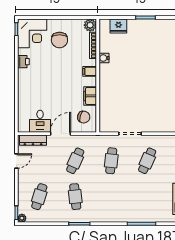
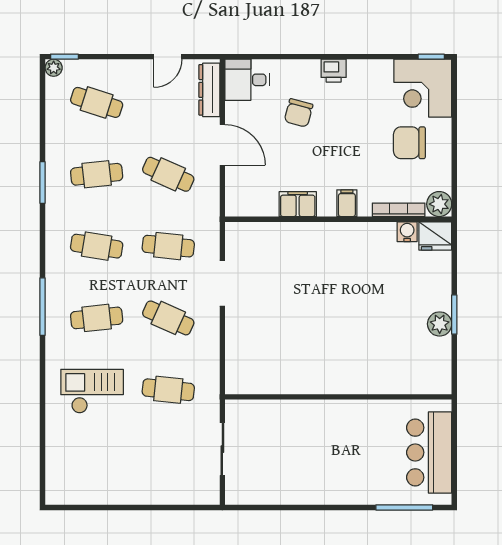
plant: (150, 25) -> (440, 324), added
fridge: (118, 26) -> (435, 236), moved, turned -90
water cooler: (104, 58) -> (407, 232), moved
printer: (23, 62) -> (334, 71), moved
chair: (84, 117) -> (299, 113), moved
desk: (40, 121) -> (247, 80), moved
door: (16, 161) -> (168, 57), hinge flipped
cafe table: (111, 197) -> (97, 246), added
cafe table: (147, 197) -> (97, 318), added

